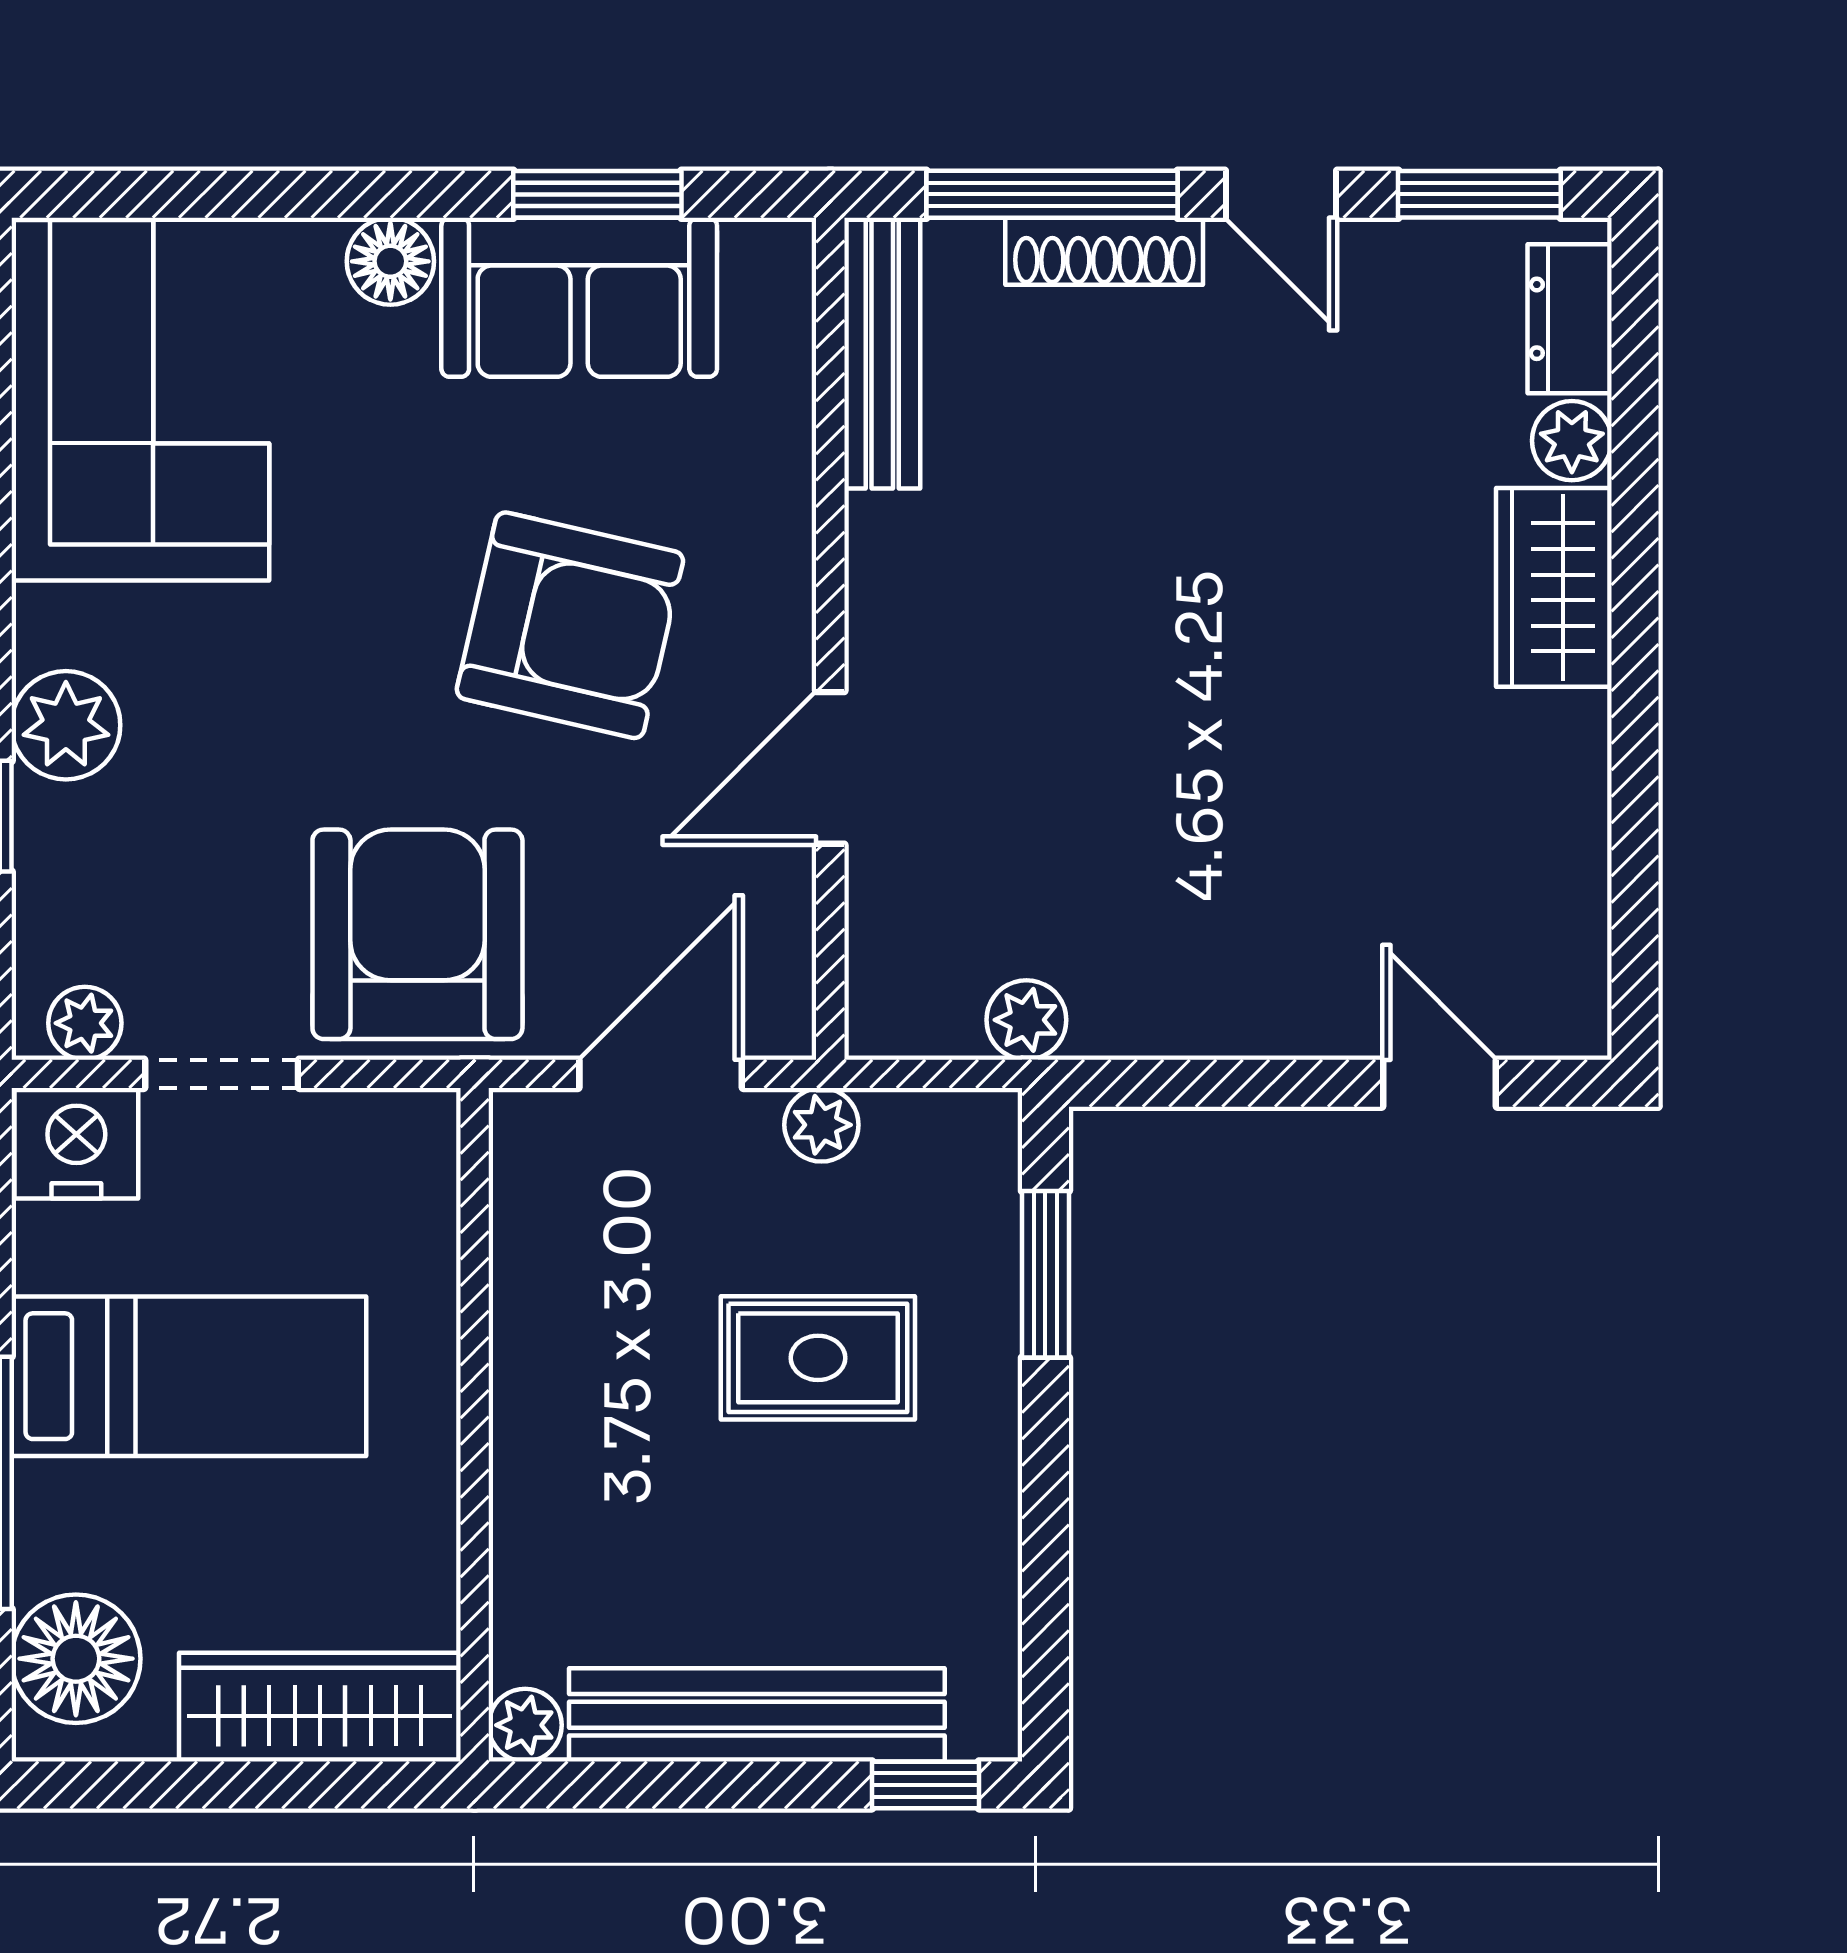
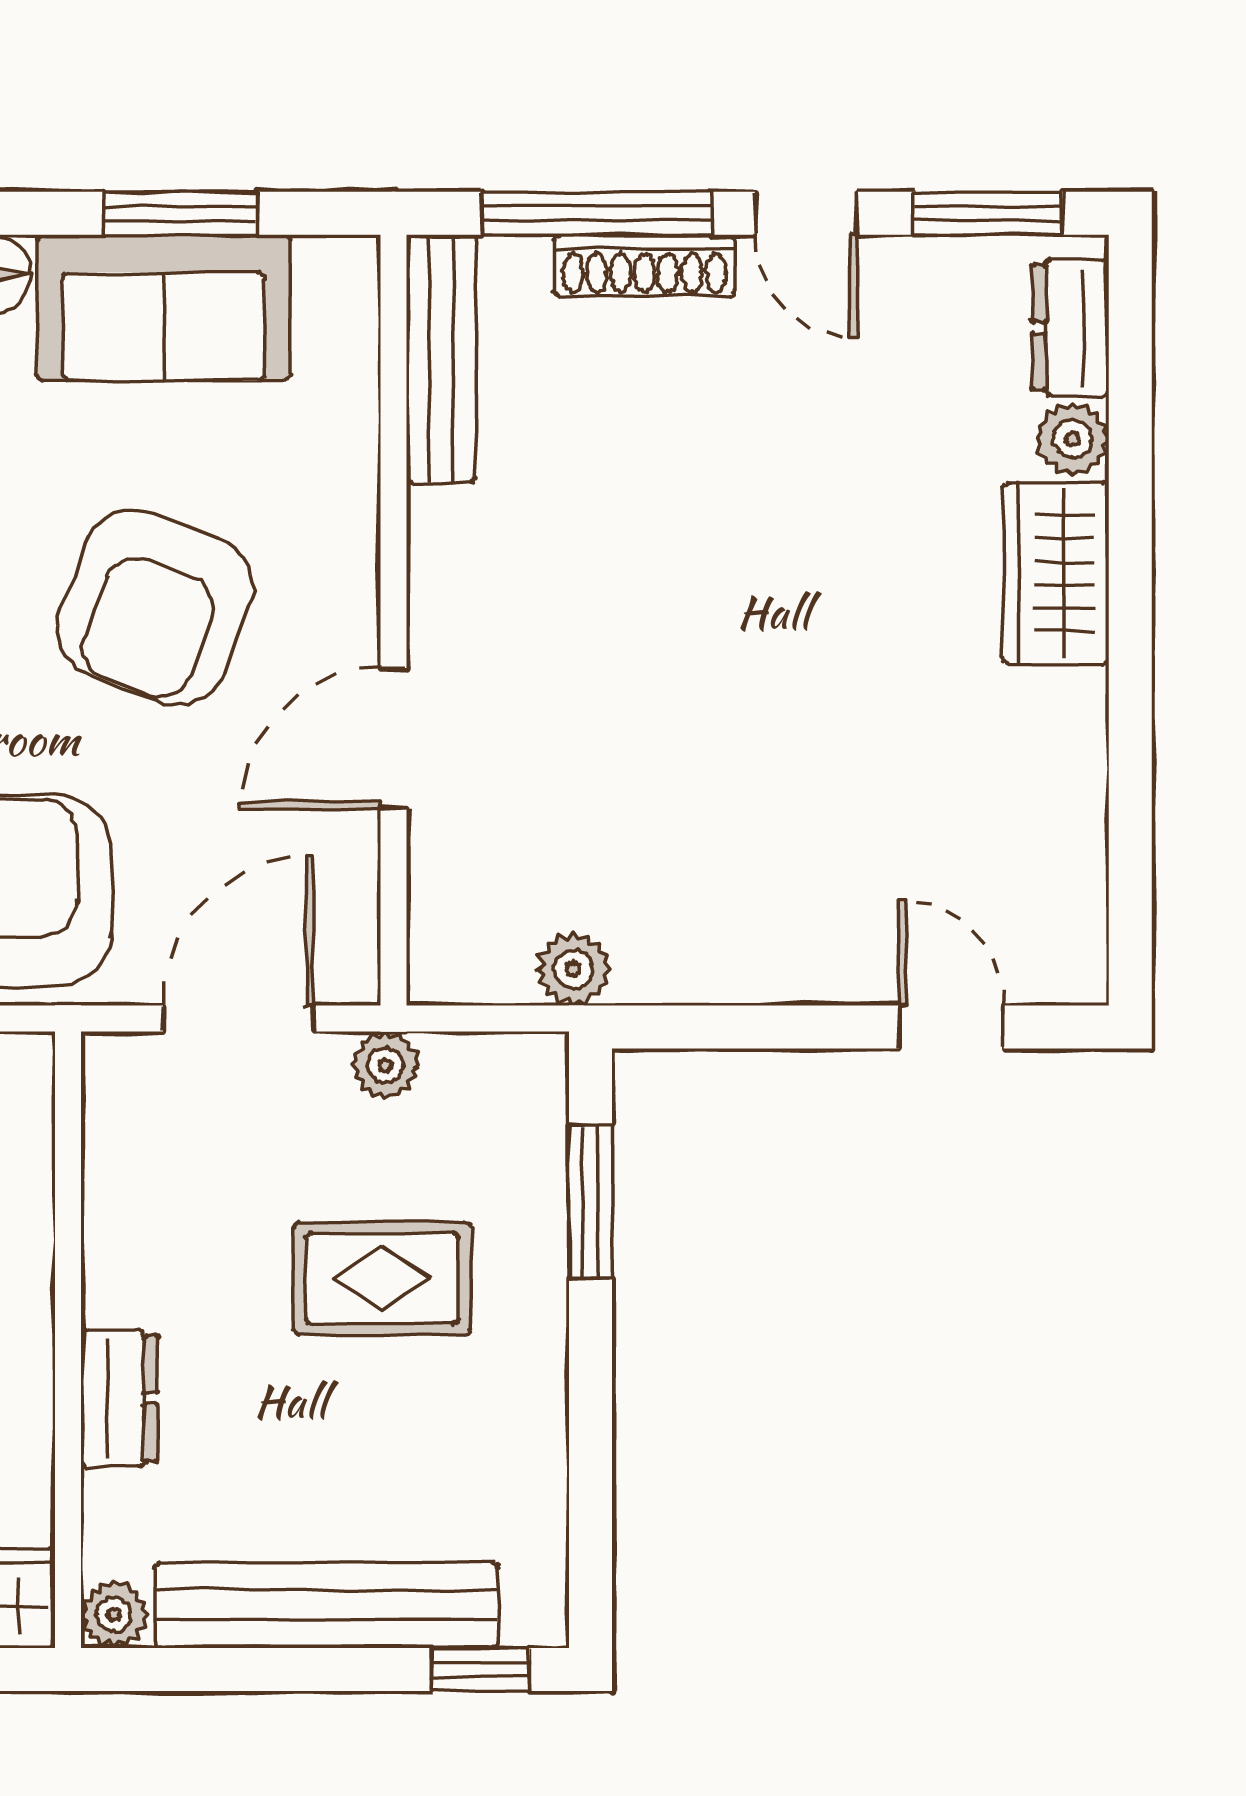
armchair: (570, 625) -> (155, 608), turned 98
dresser: (531, 1489) -> (119, 1399), added

